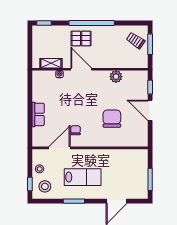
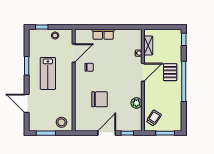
trolley: (136, 40) -> (154, 118), moved
door: (60, 148) -> (74, 53), hinge flipped
stool: (45, 186) -> (61, 122), moved

